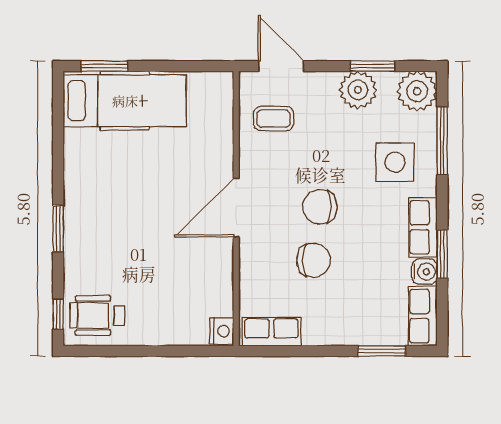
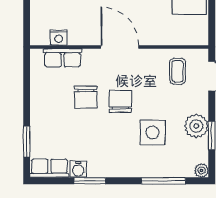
plant: (417, 91) -> (201, 170), width x0.53, depth x0.53
side table: (395, 162) -> (152, 132), moved
row of seats: (423, 227) -> (107, 168), removed
nightstand: (222, 331) -> (59, 37), moved
row of seats: (271, 332) -> (63, 58), moved, turned 90

